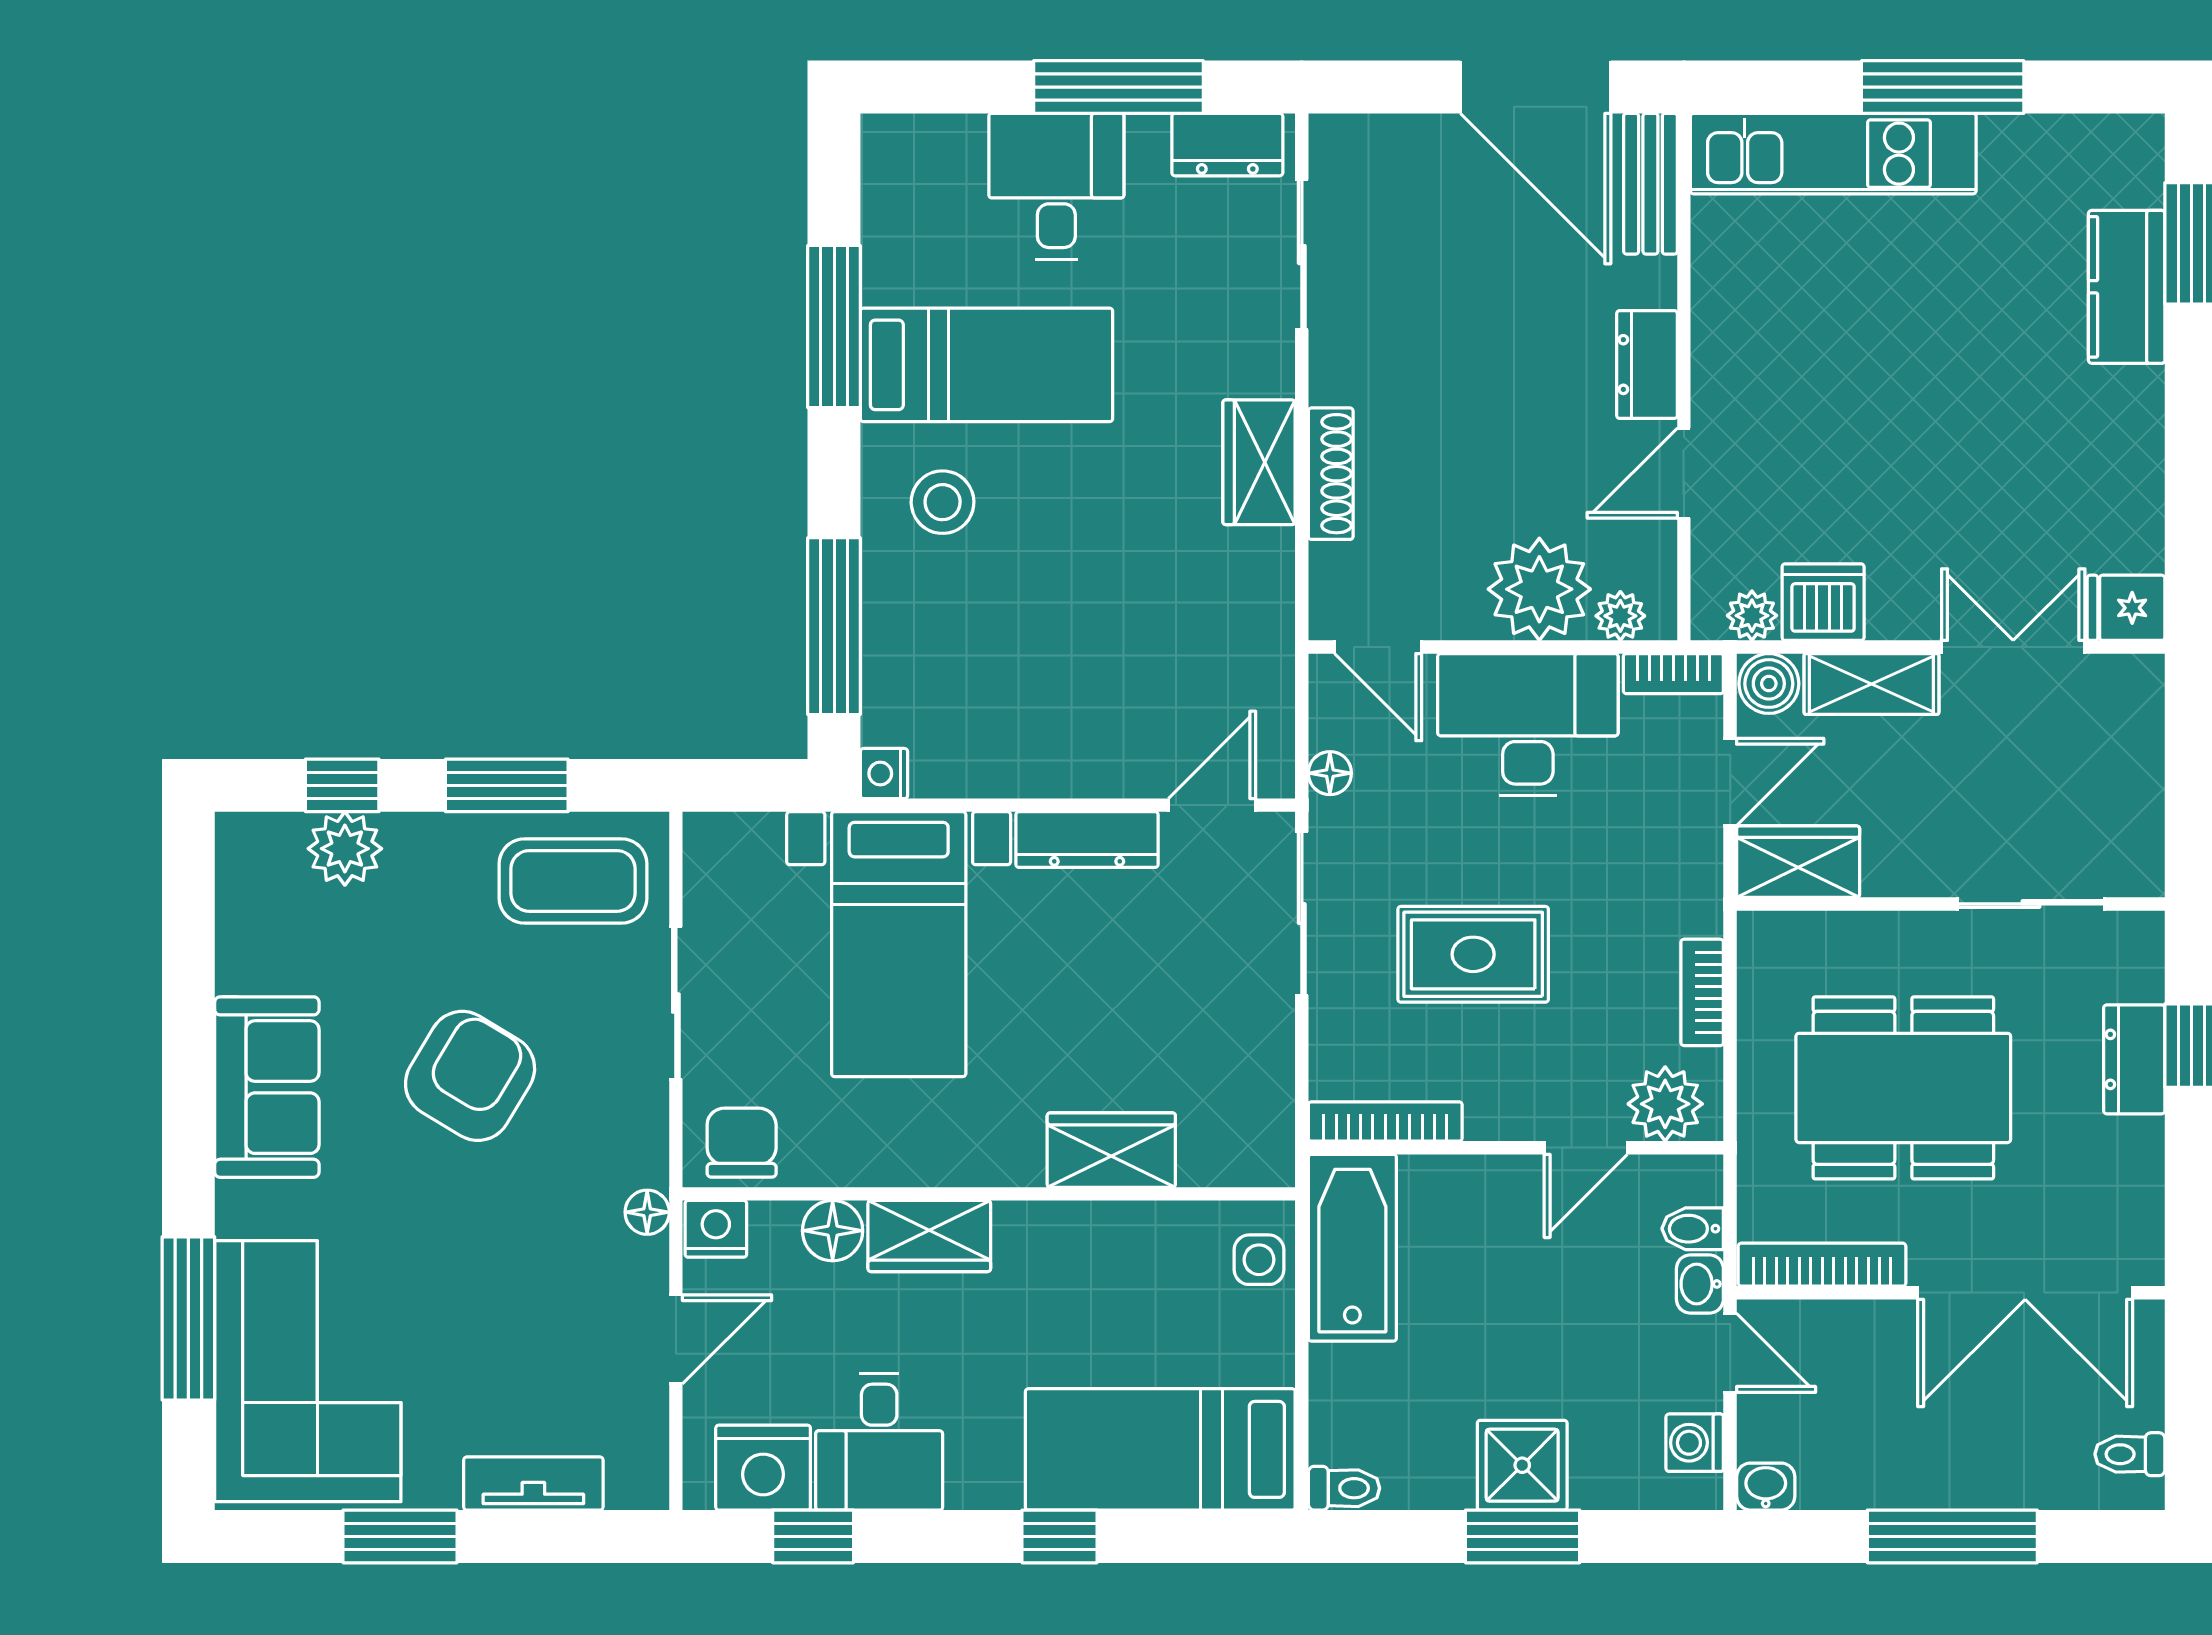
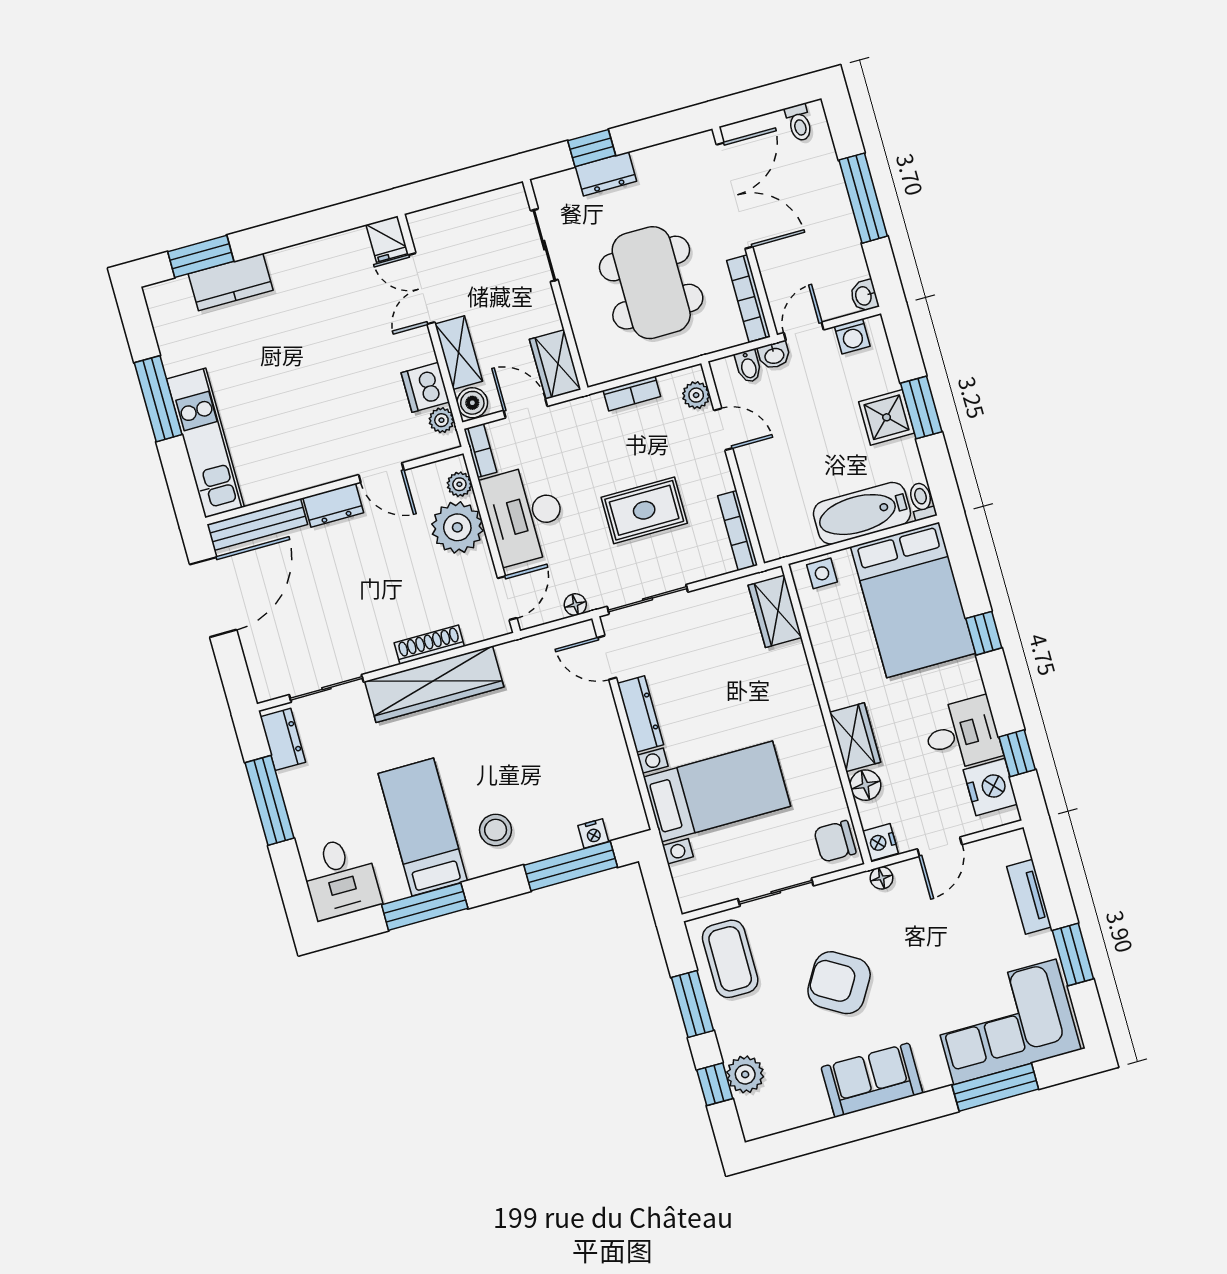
bench: (1650, 184) -> (257, 525), width x1.36
desk: (1056, 186) -> (340, 878), moved, turned -90
wardrobe: (1259, 462) -> (434, 684), width x2.10, depth x1.17
nightstand: (884, 774) -> (593, 834), moved
rug: (1473, 954) -> (644, 510), turned 90
plant: (1665, 1104) -> (696, 395), width x0.73, depth x0.73
wardrobe: (1111, 1150) -> (775, 611), moved
bathtub: (1352, 1248) -> (862, 513), moved
door: (676, 1339) -> (940, 847), swing flipped
bed: (1160, 1449) -> (913, 600), width x1.50

